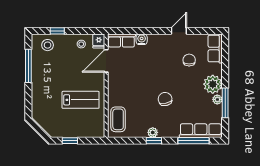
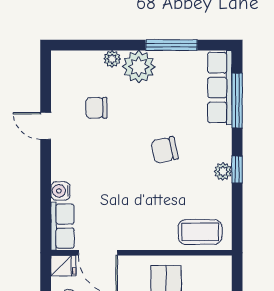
row of seats: (215, 49) -> (76, 63), removed
plant: (217, 99) -> (112, 59), moved

